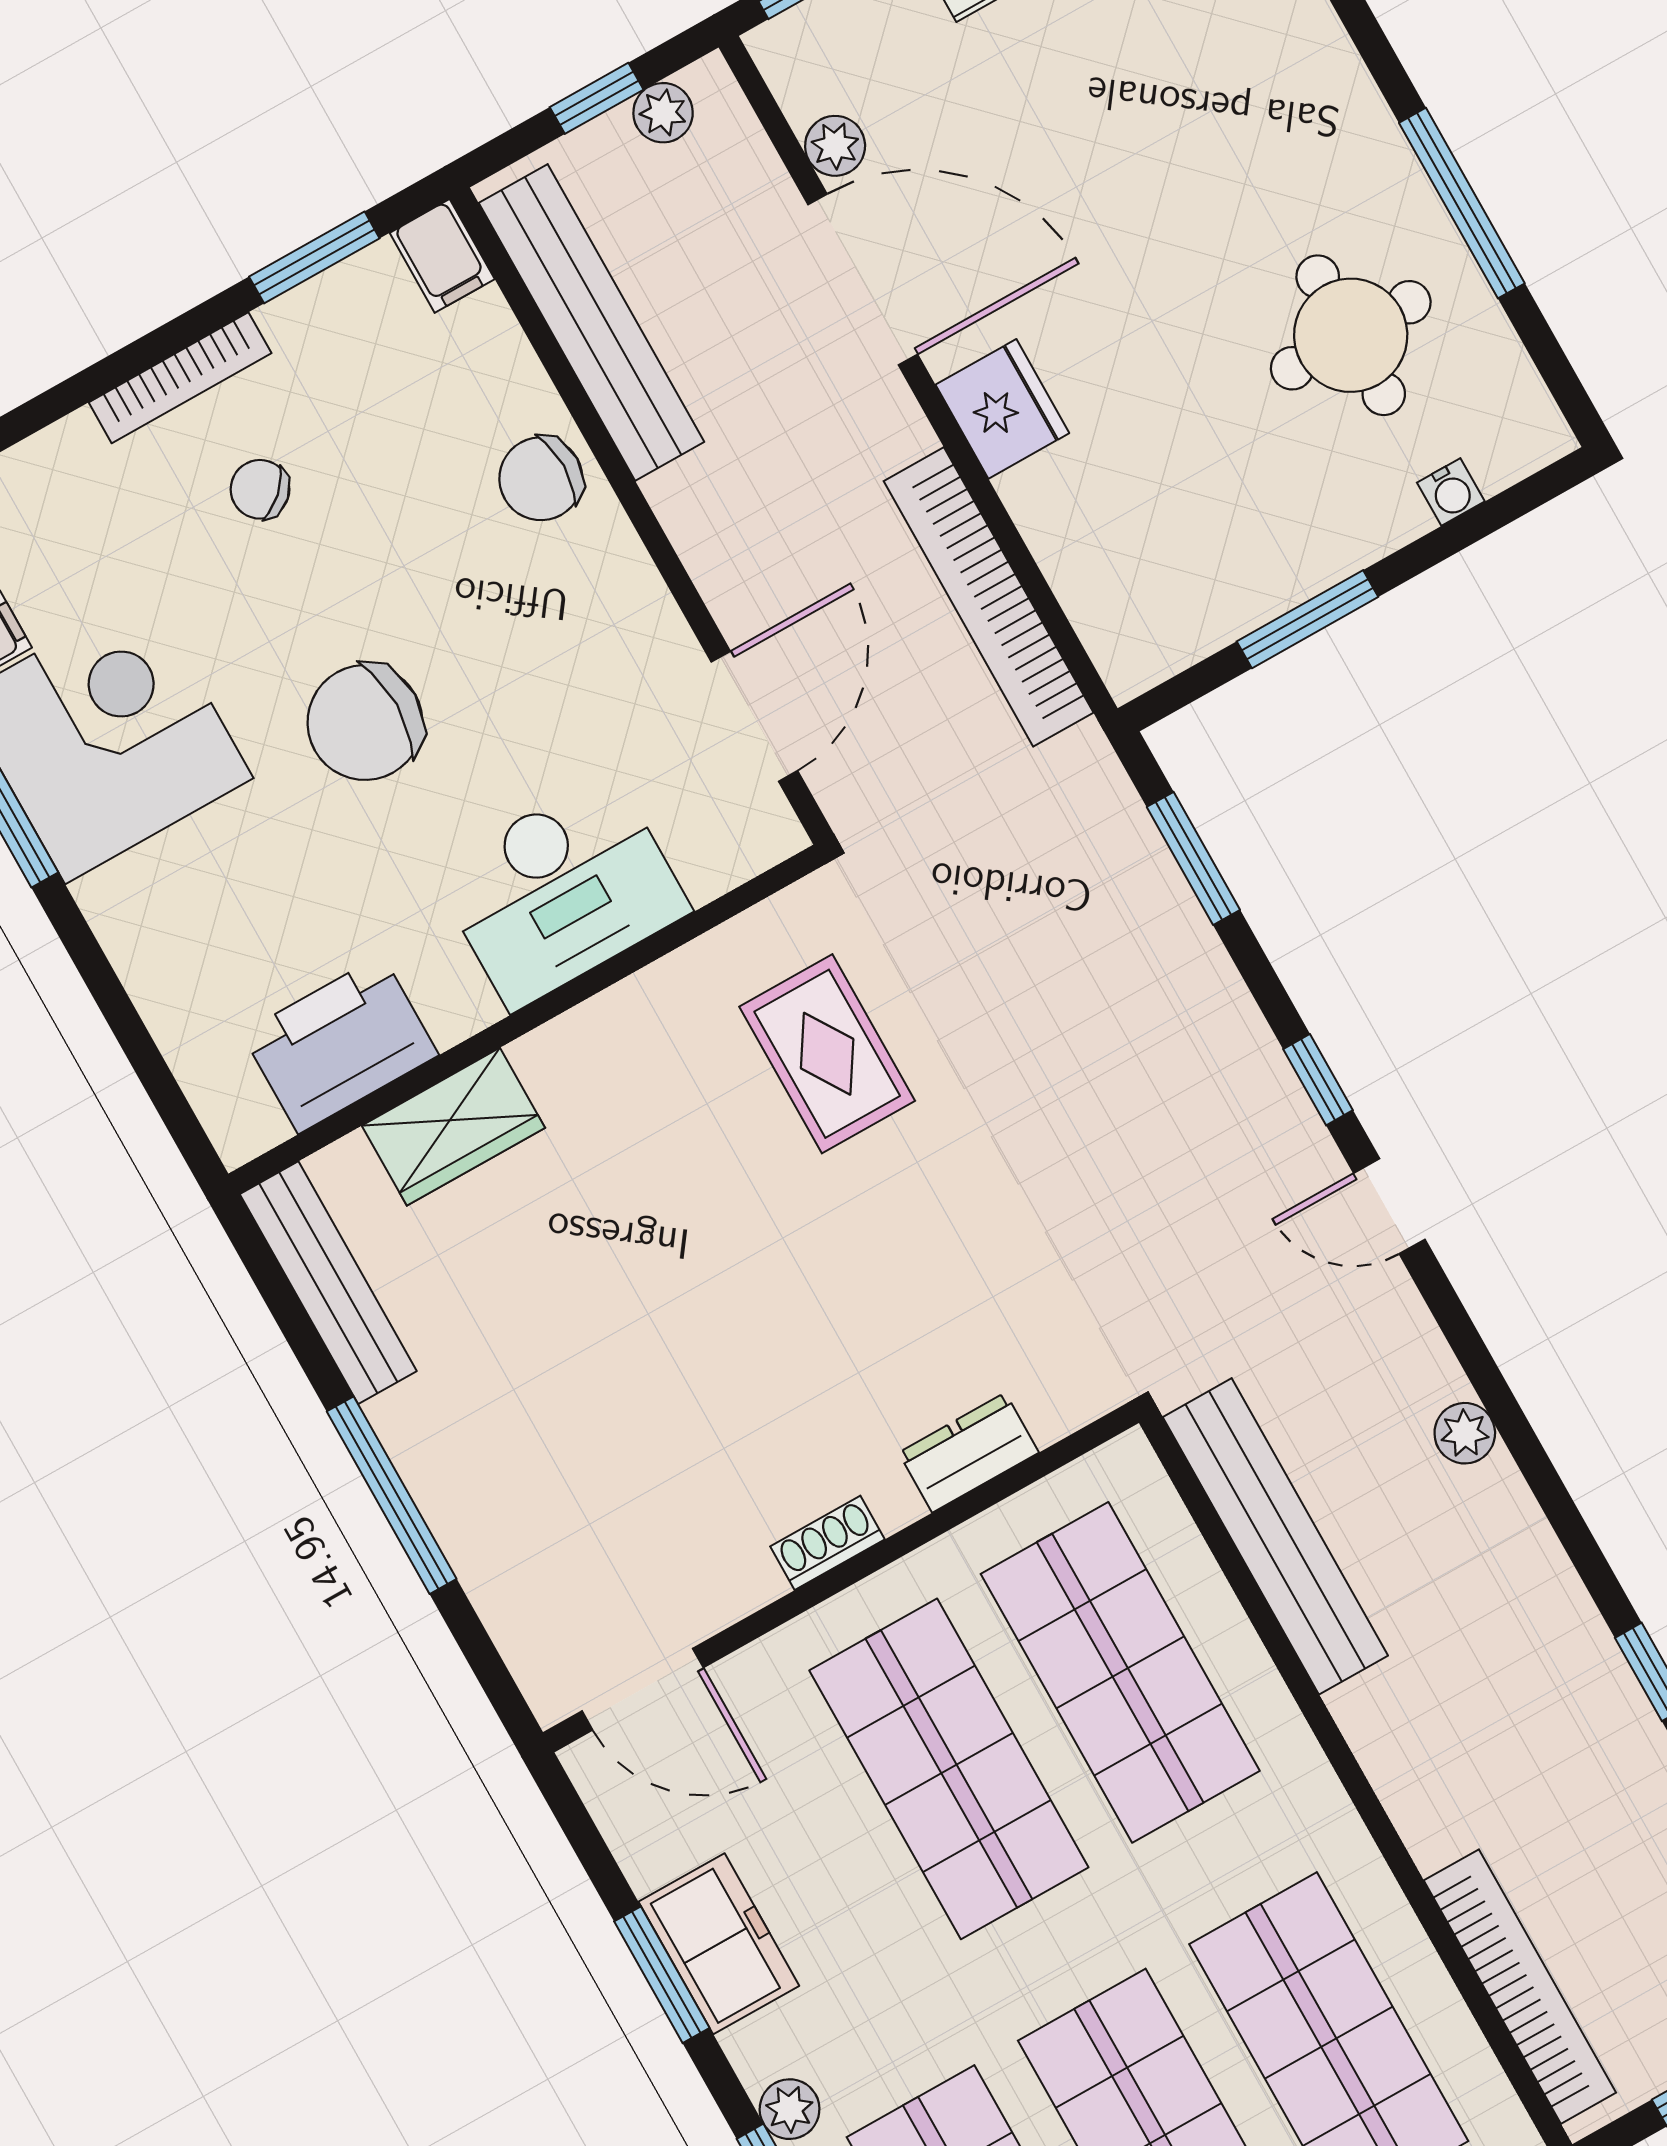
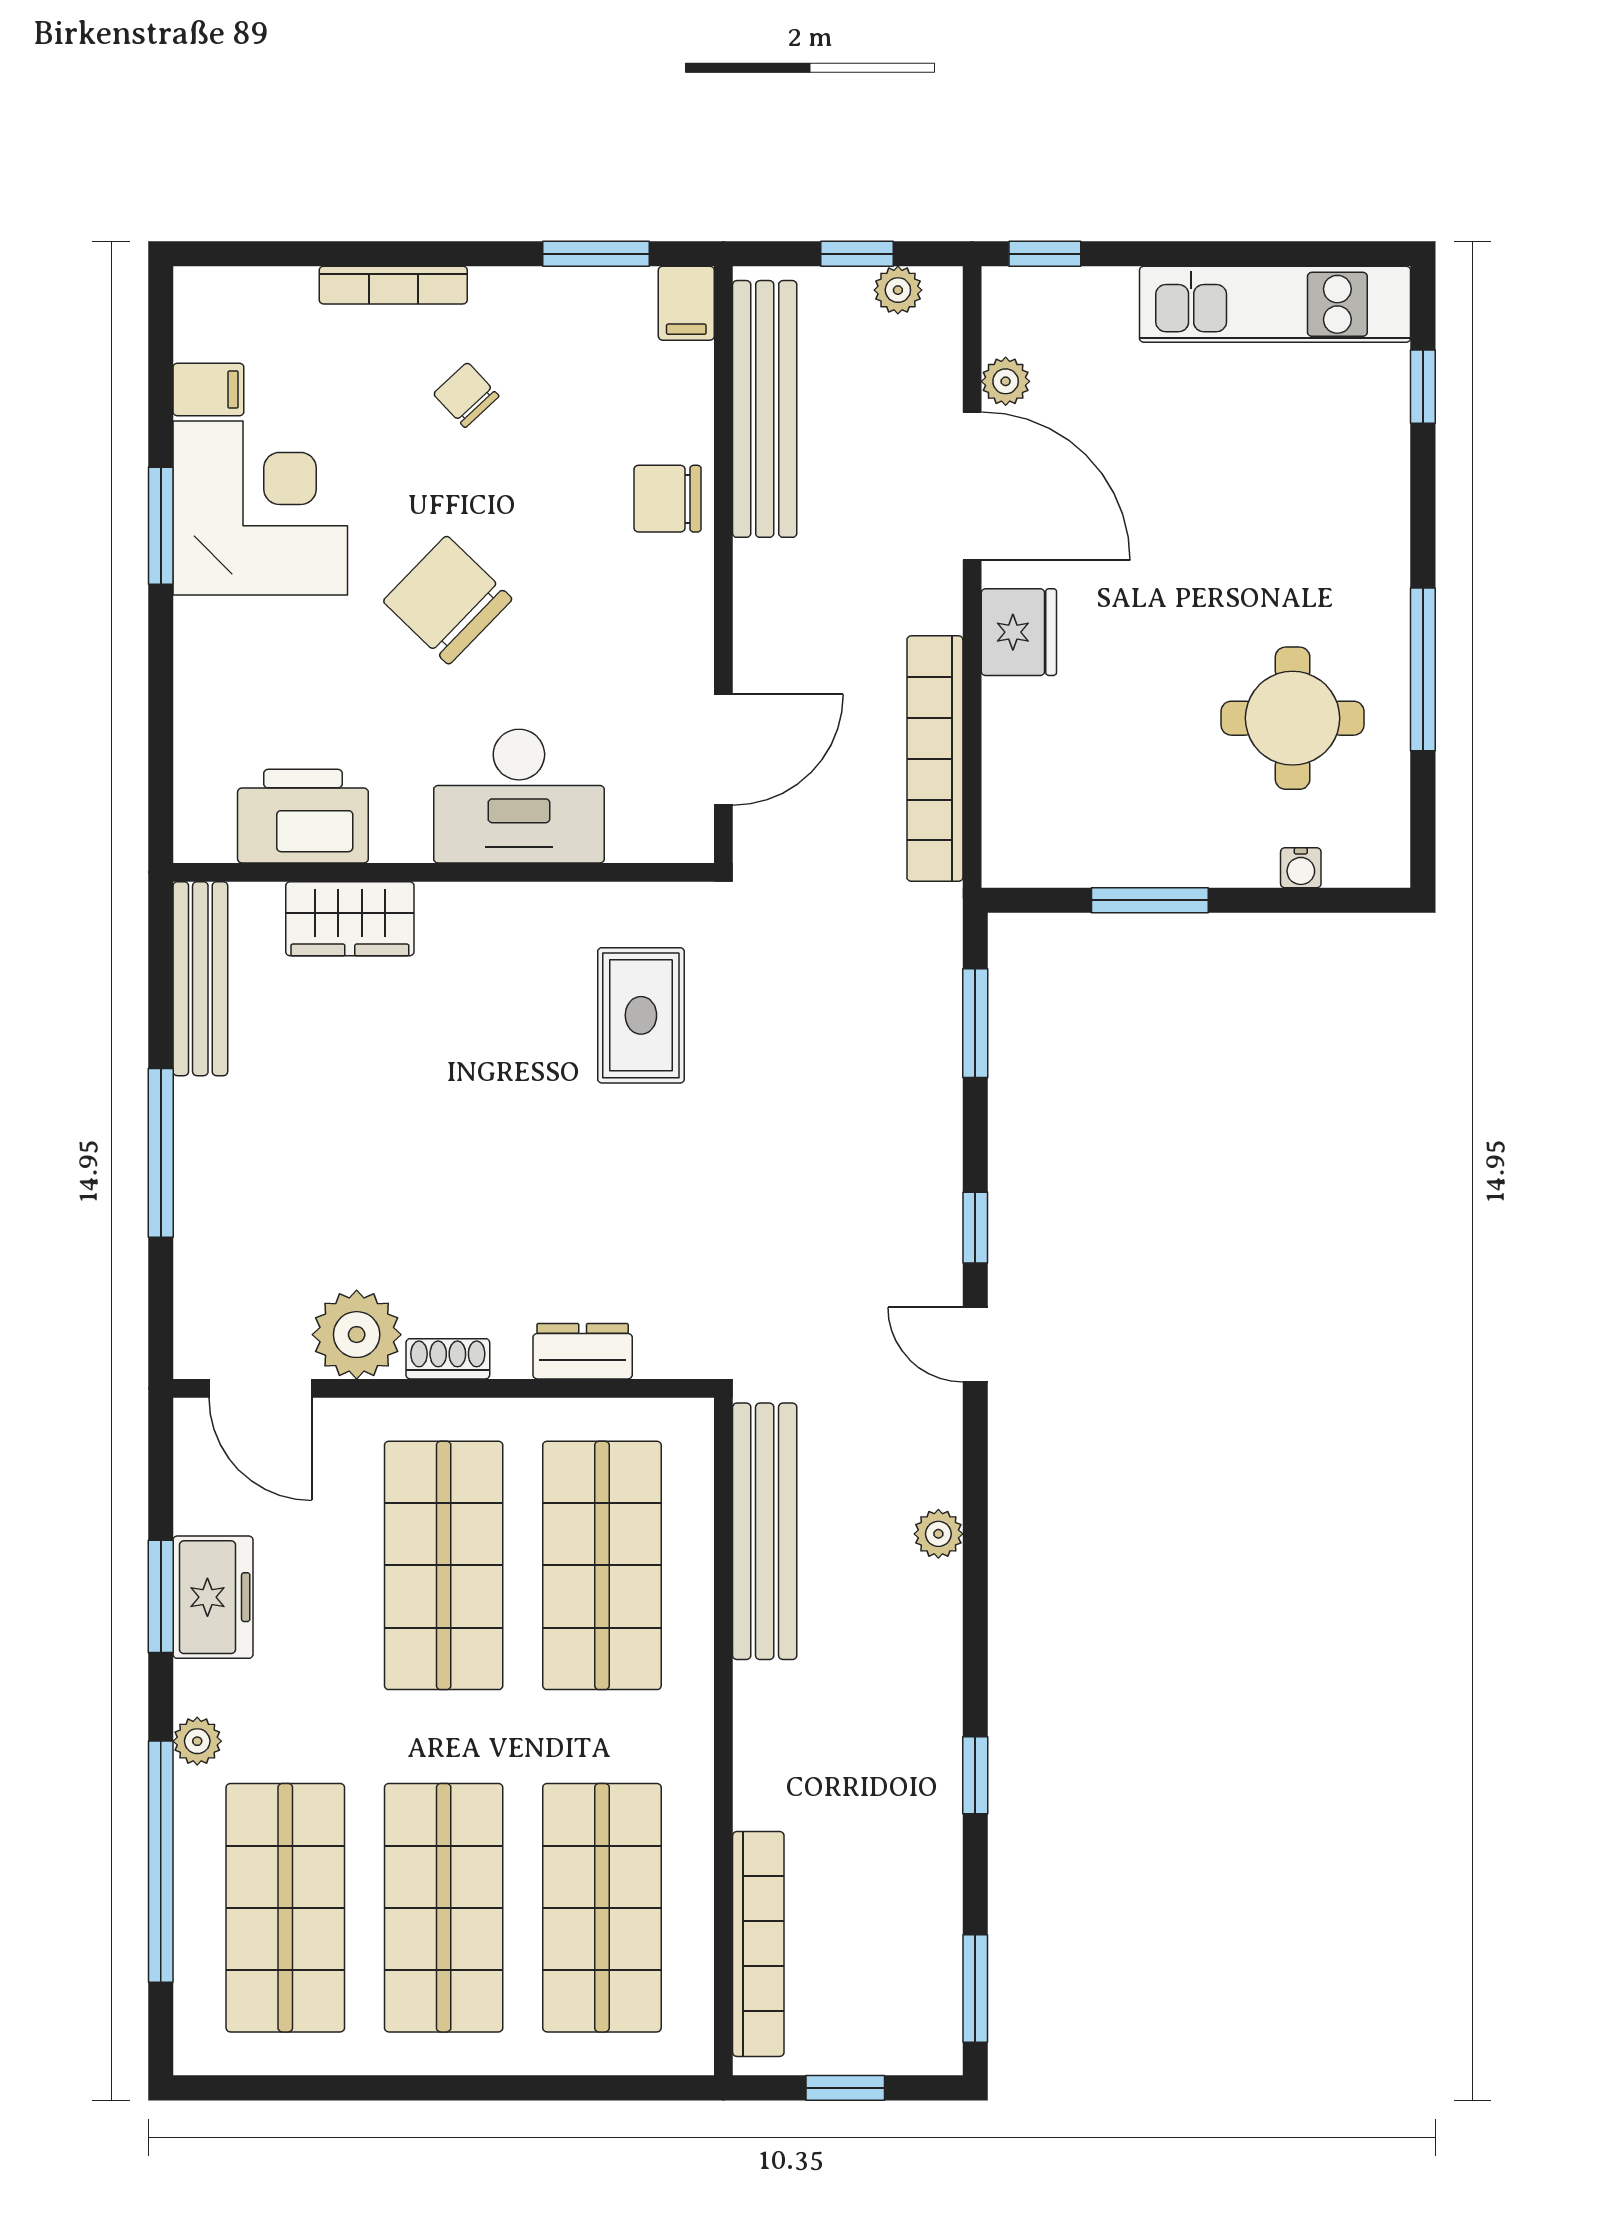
bookcase: (180, 378) -> (393, 285), moved
chair: (365, 722) -> (448, 600), turned 44
plant: (714, 1572) -> (357, 1335), added

